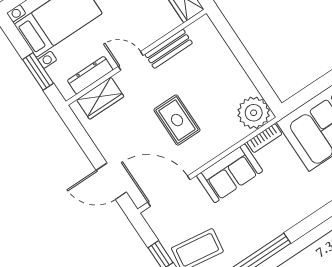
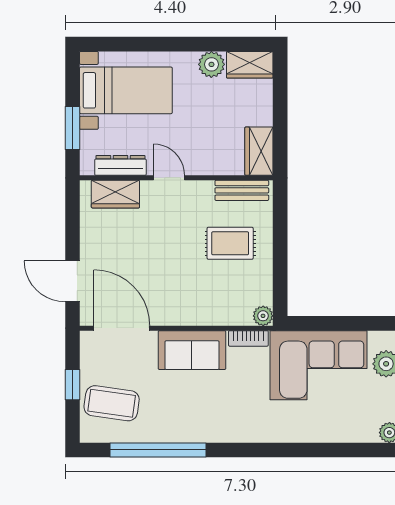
bench: (169, 49) -> (242, 190), moved
plant: (254, 113) -> (263, 316), width x0.53, depth x0.53
rug: (177, 120) -> (230, 243), moved, turned 90

